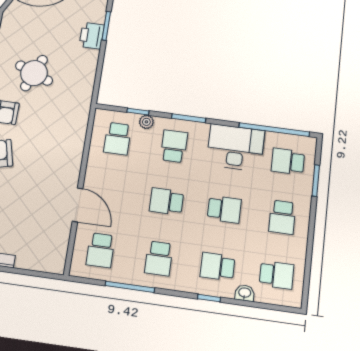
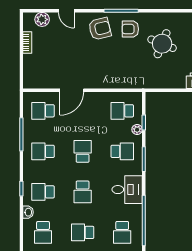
desk: (236, 148) -> (127, 190), width x0.73
school desk: (288, 161) -> (122, 232), turned 180
school desk: (218, 267) -> (43, 192), turned -90

